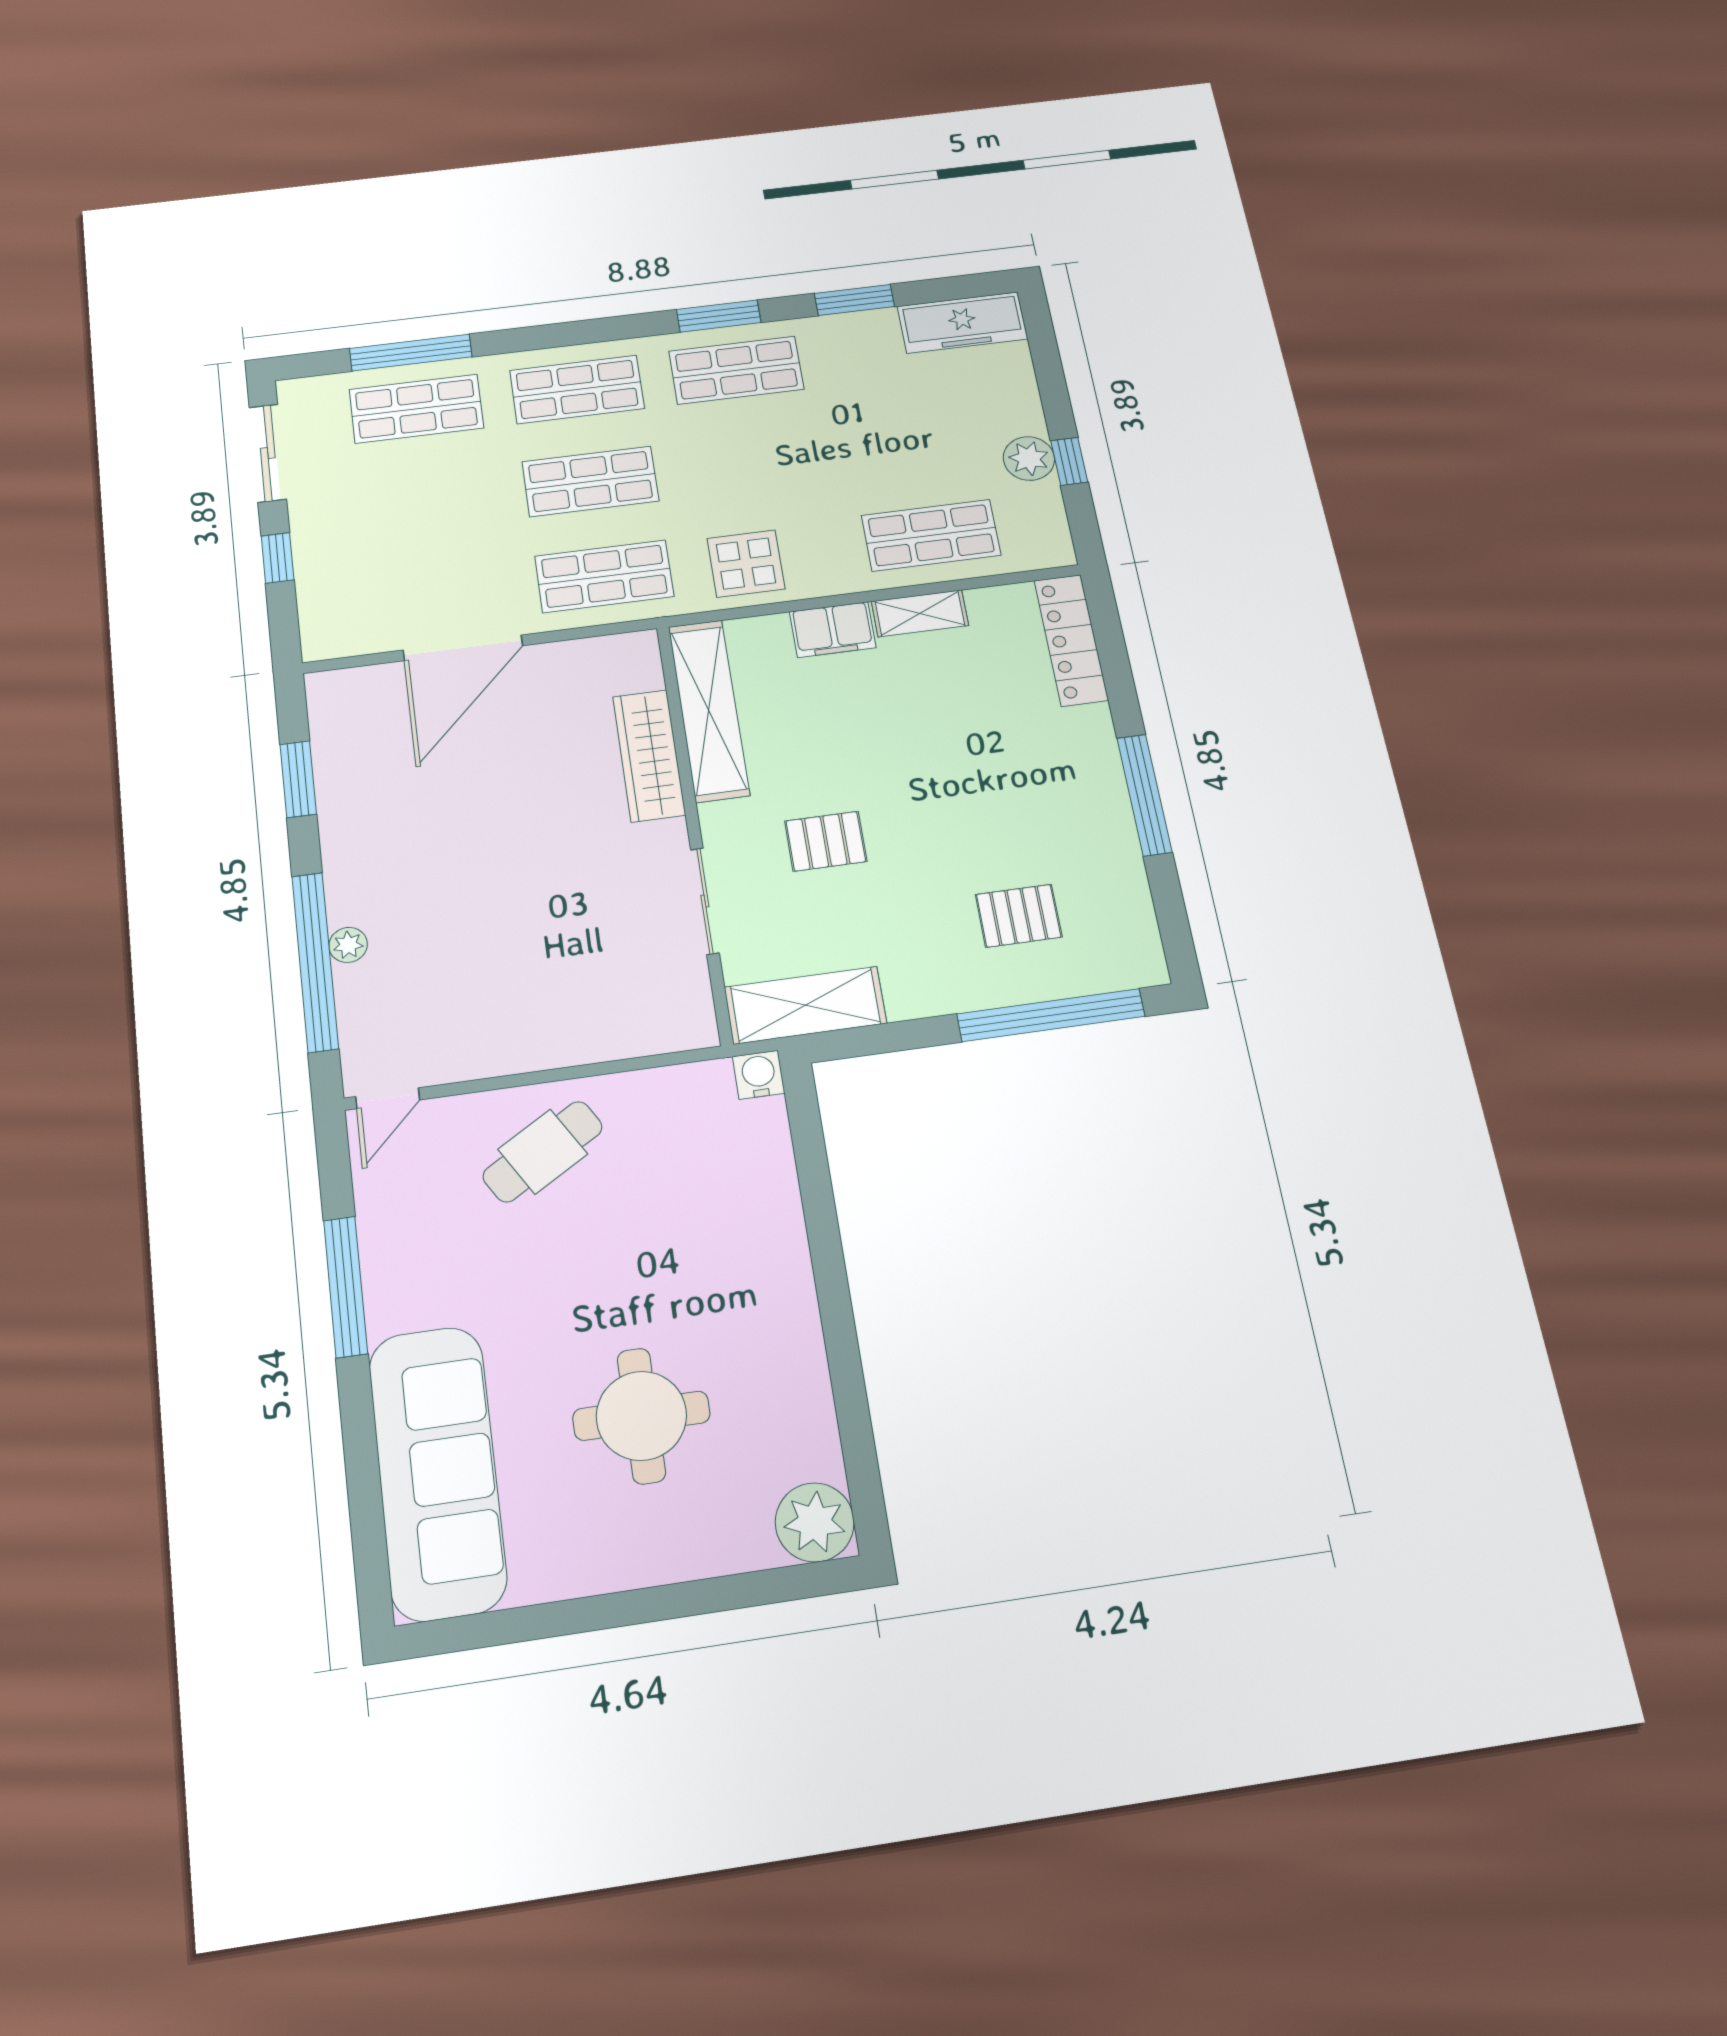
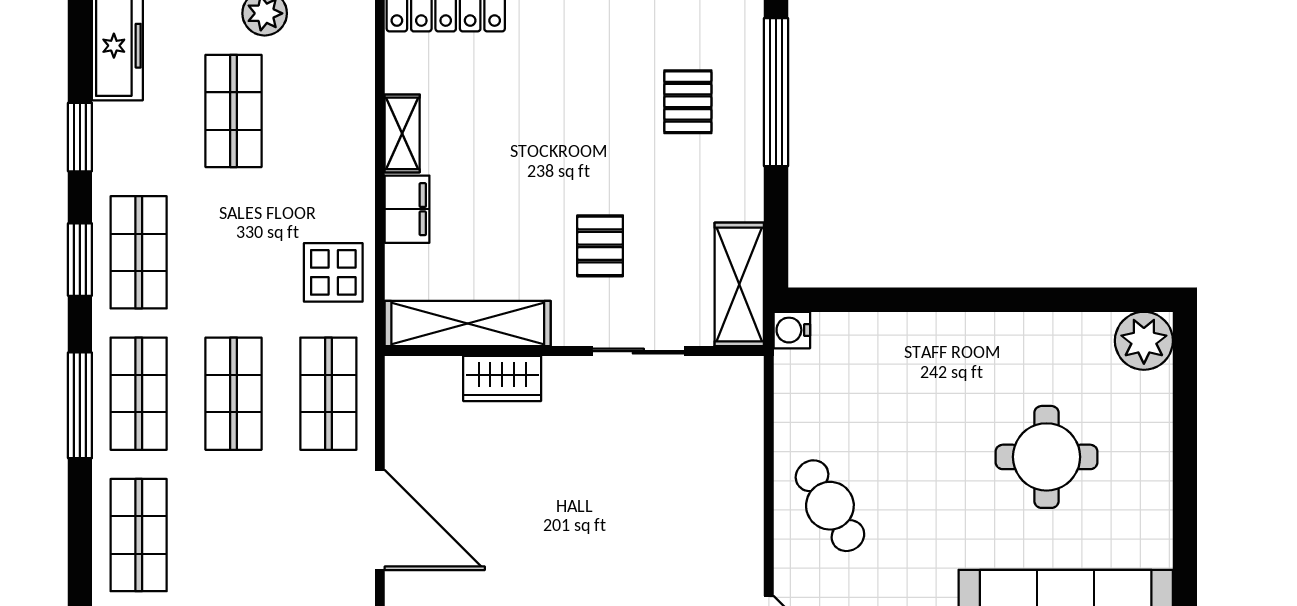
window: (411, 353) -> (80, 405), moved
shop shelf: (931, 535) -> (234, 111), moved
wardrobe: (649, 756) -> (502, 378), width x0.67

